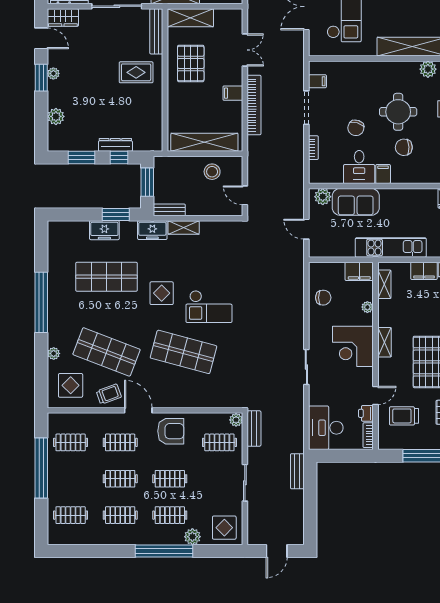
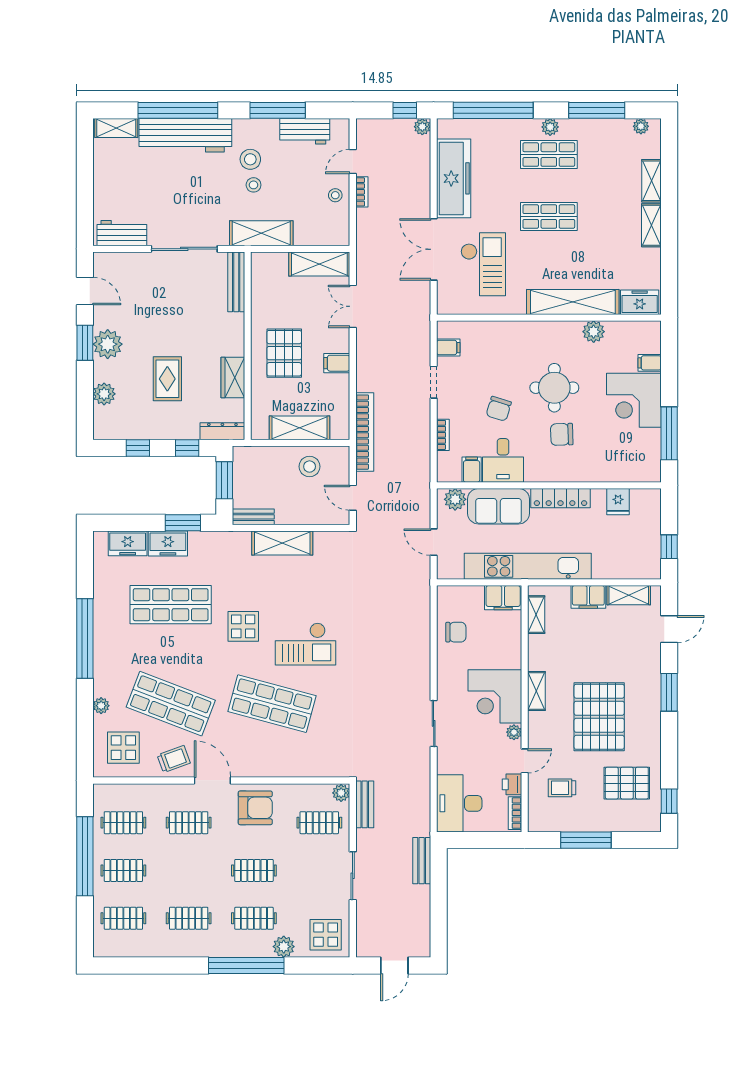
wardrobe: (63, 17) -> (233, 377), moved, turned 90
shelving: (190, 18) -> (319, 264), moved
double door: (245, 50) -> (353, 306), swing flipped
pallet: (191, 63) -> (284, 353), moved
rug: (136, 72) -> (167, 379), moved, turned 90
plant: (53, 73) -> (108, 344), width x1.87, depth x1.87
bookcase: (254, 105) -> (365, 432), moved
doorway: (306, 108) -> (434, 382), width x0.73
shelving: (204, 142) -> (300, 428), width x0.68
dresser: (115, 145) -> (222, 431), moved
window: (82, 158) -> (138, 448), width x0.67
filing cabinet: (383, 174) -> (472, 470), moved
locker: (403, 196) -> (560, 498), added
shelving: (184, 228) -> (282, 543), width x1.50, depth x1.33
freezer: (152, 230) -> (128, 543), moved
kitchen unit: (391, 248) -> (528, 566), width x1.36
plant: (367, 307) -> (514, 732), moved
trolley: (404, 416) -> (562, 788), width x0.73, depth x0.72
clothes rail: (120, 479) -> (123, 870), moved

